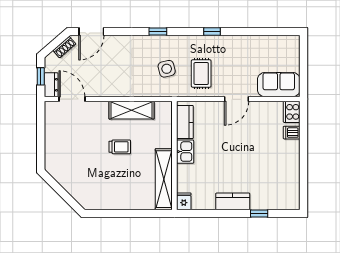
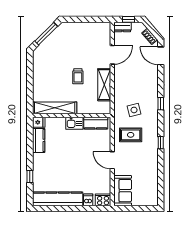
door: (72, 99) -> (112, 55), moved
kitchen counter: (290, 175) -> (58, 199), added
window: (61, 191) -> (46, 34), added
kitchen counter: (233, 201) -> (39, 140), moved

